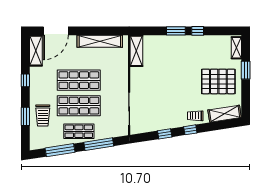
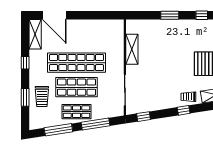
door: (56, 31) -> (54, 15), hinge flipped
window: (198, 31) -> (202, 15), moved
shelving: (100, 41) -> (97, 25), removed
shelving: (136, 51) -> (132, 49), moved
shop shelf: (79, 80) -> (76, 63), width x1.40
window: (165, 134) -> (144, 117), moved

